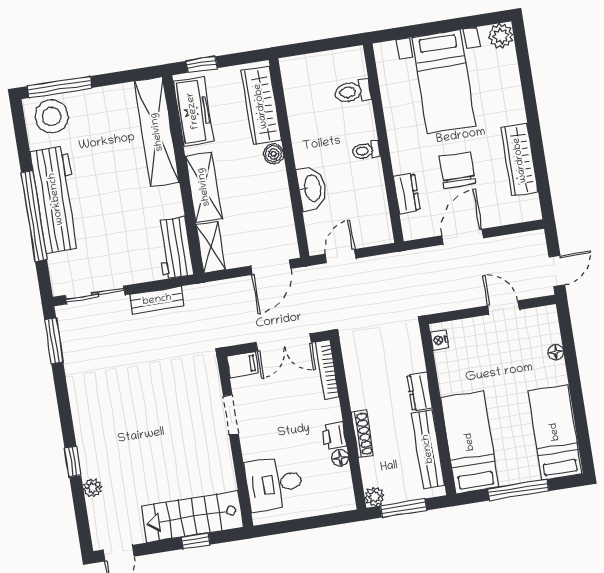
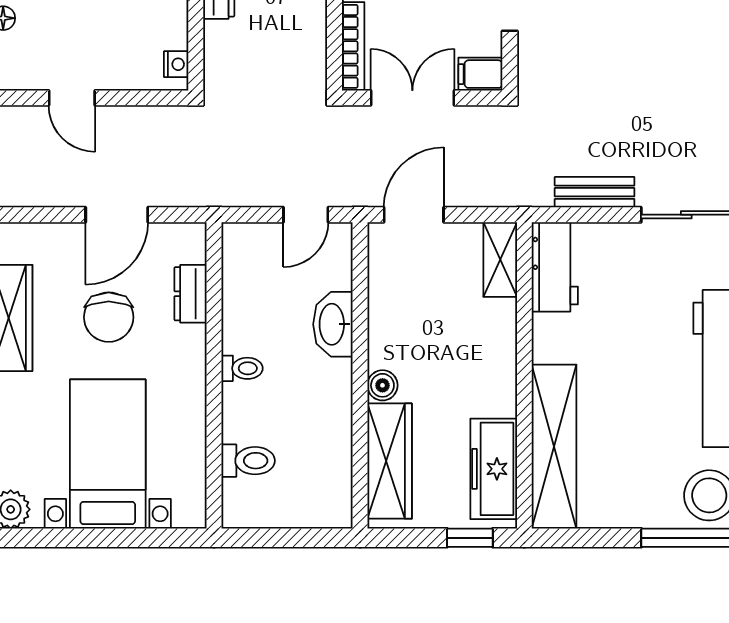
shelving: (204, 187) -> (496, 352), removed

